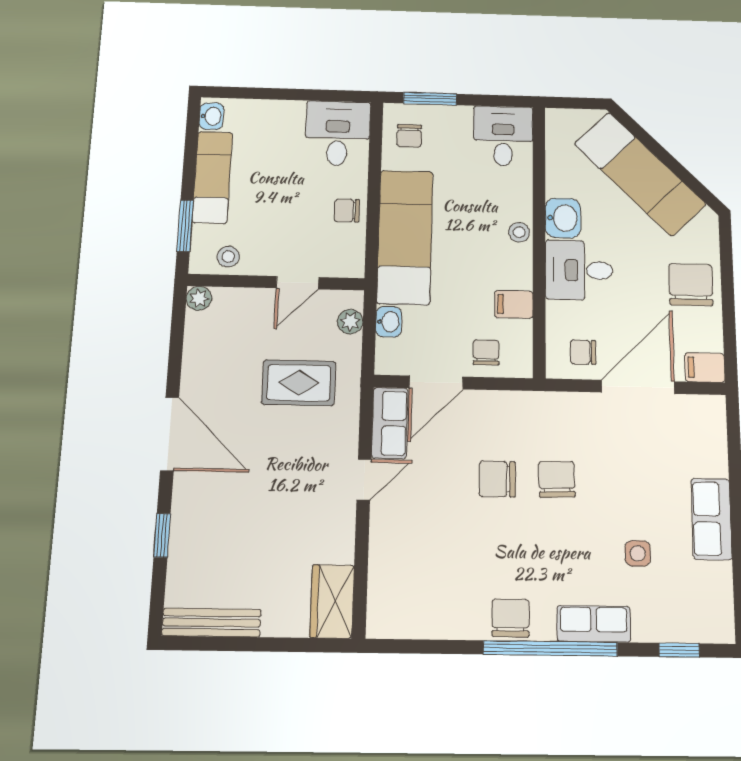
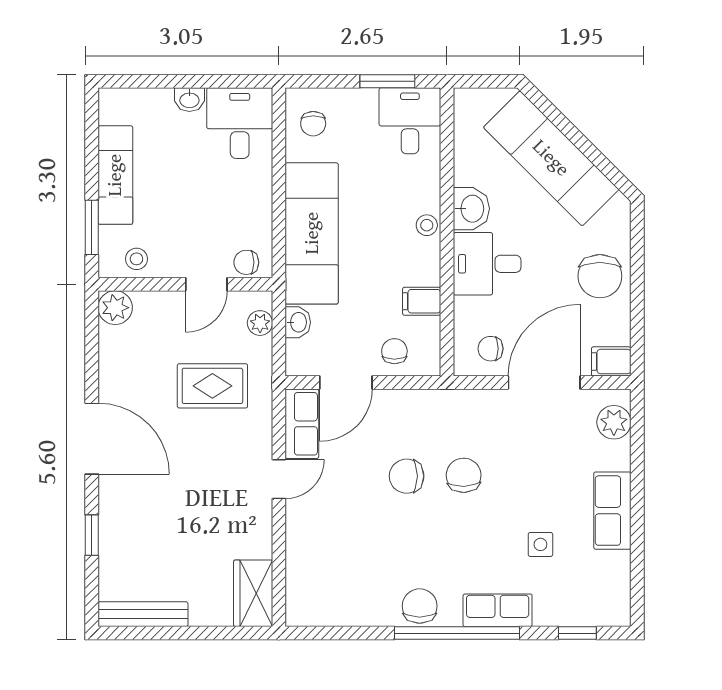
window: (430, 99) -> (387, 81), moved
washbasin: (211, 116) -> (189, 100), moved, turned 90
chair: (347, 210) -> (246, 262), moved
chair: (691, 285) -> (600, 276), turned 180
plant: (199, 298) -> (115, 308), width x1.38, depth x1.38
plant: (710, 428) -> (614, 422), added

